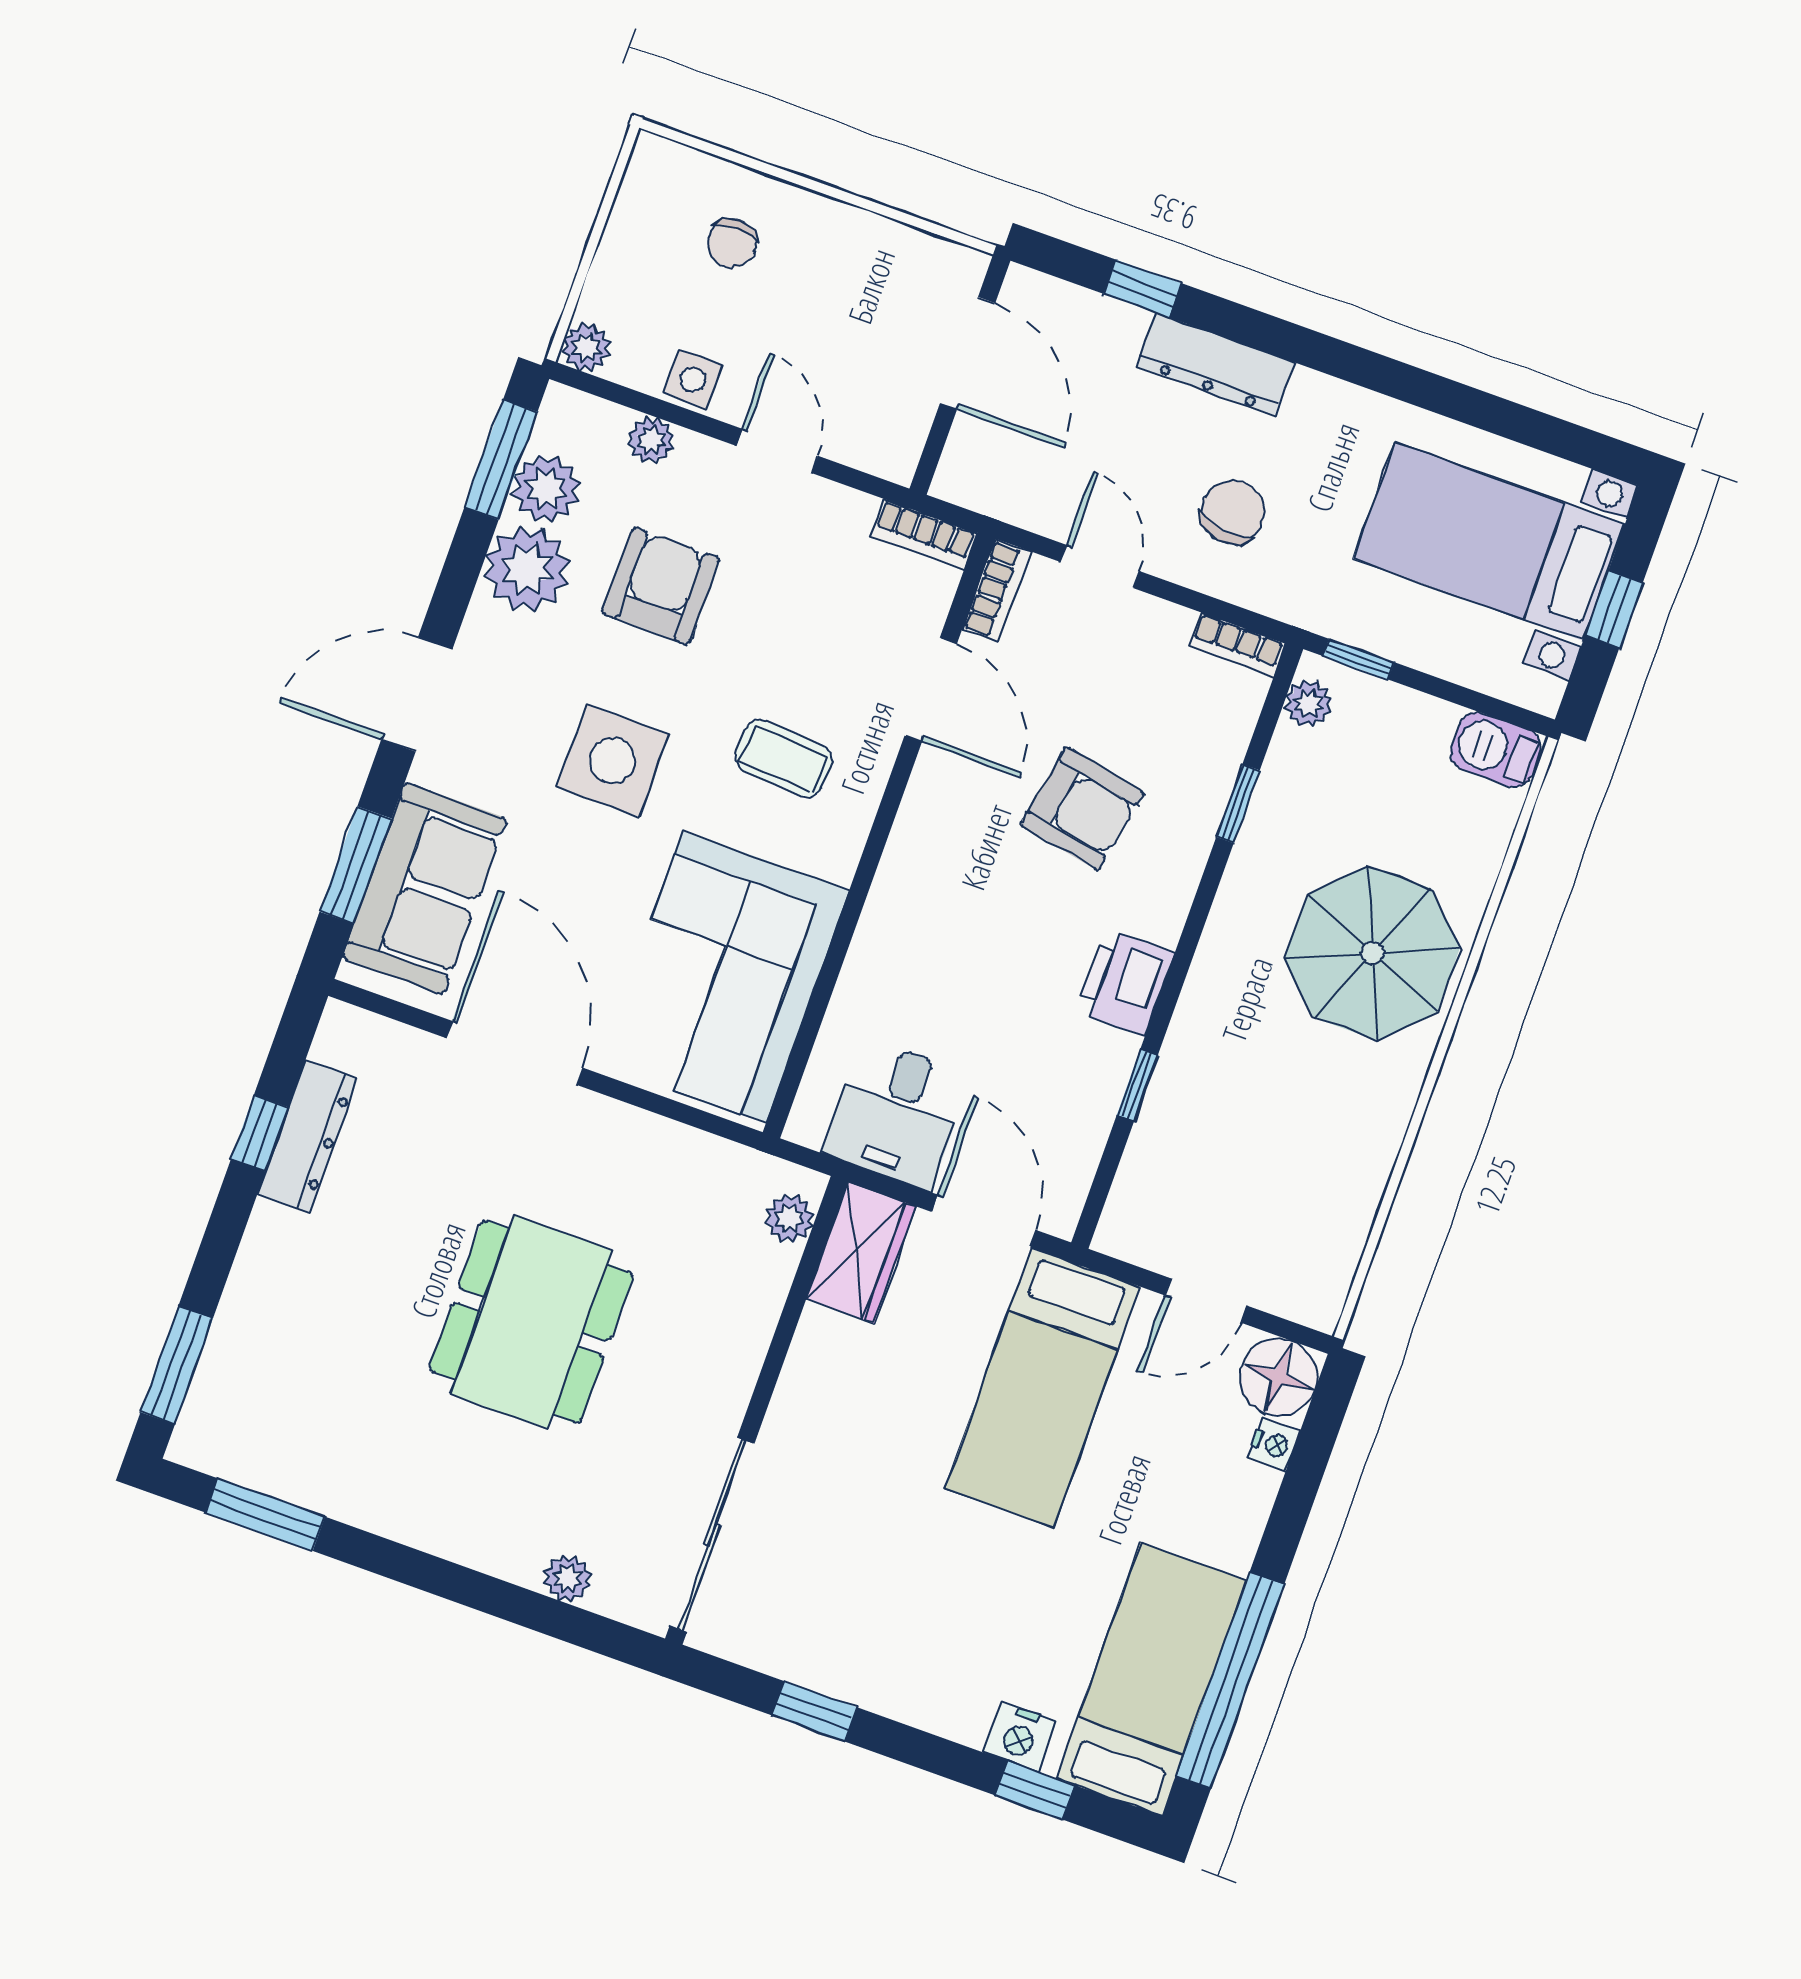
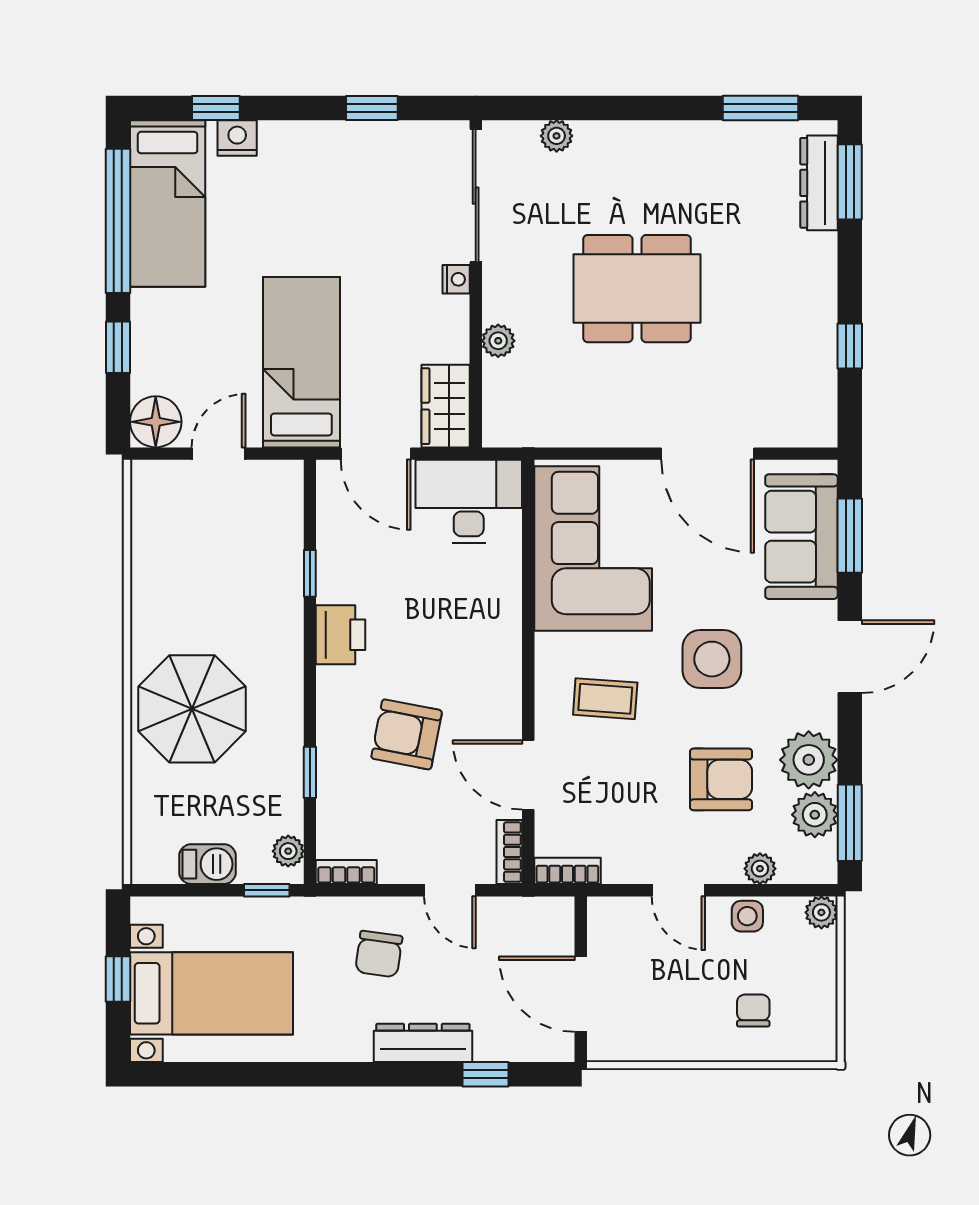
armchair: (661, 586) -> (721, 779), turned -90
barbecue: (1496, 750) -> (208, 864), moved
desk: (897, 1114) -> (469, 501), width x1.37
dresser: (308, 1136) -> (819, 183), moved
plant: (789, 1218) -> (498, 341), moved
dining table: (531, 1322) -> (637, 289), turned 90
nightstand: (1274, 1444) -> (456, 279), moved, turned 180
window: (1294, 1502) -> (118, 347), added

